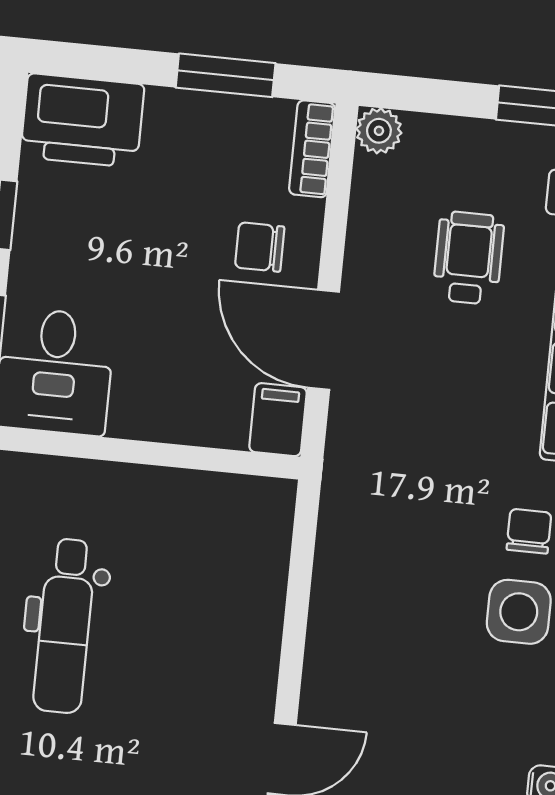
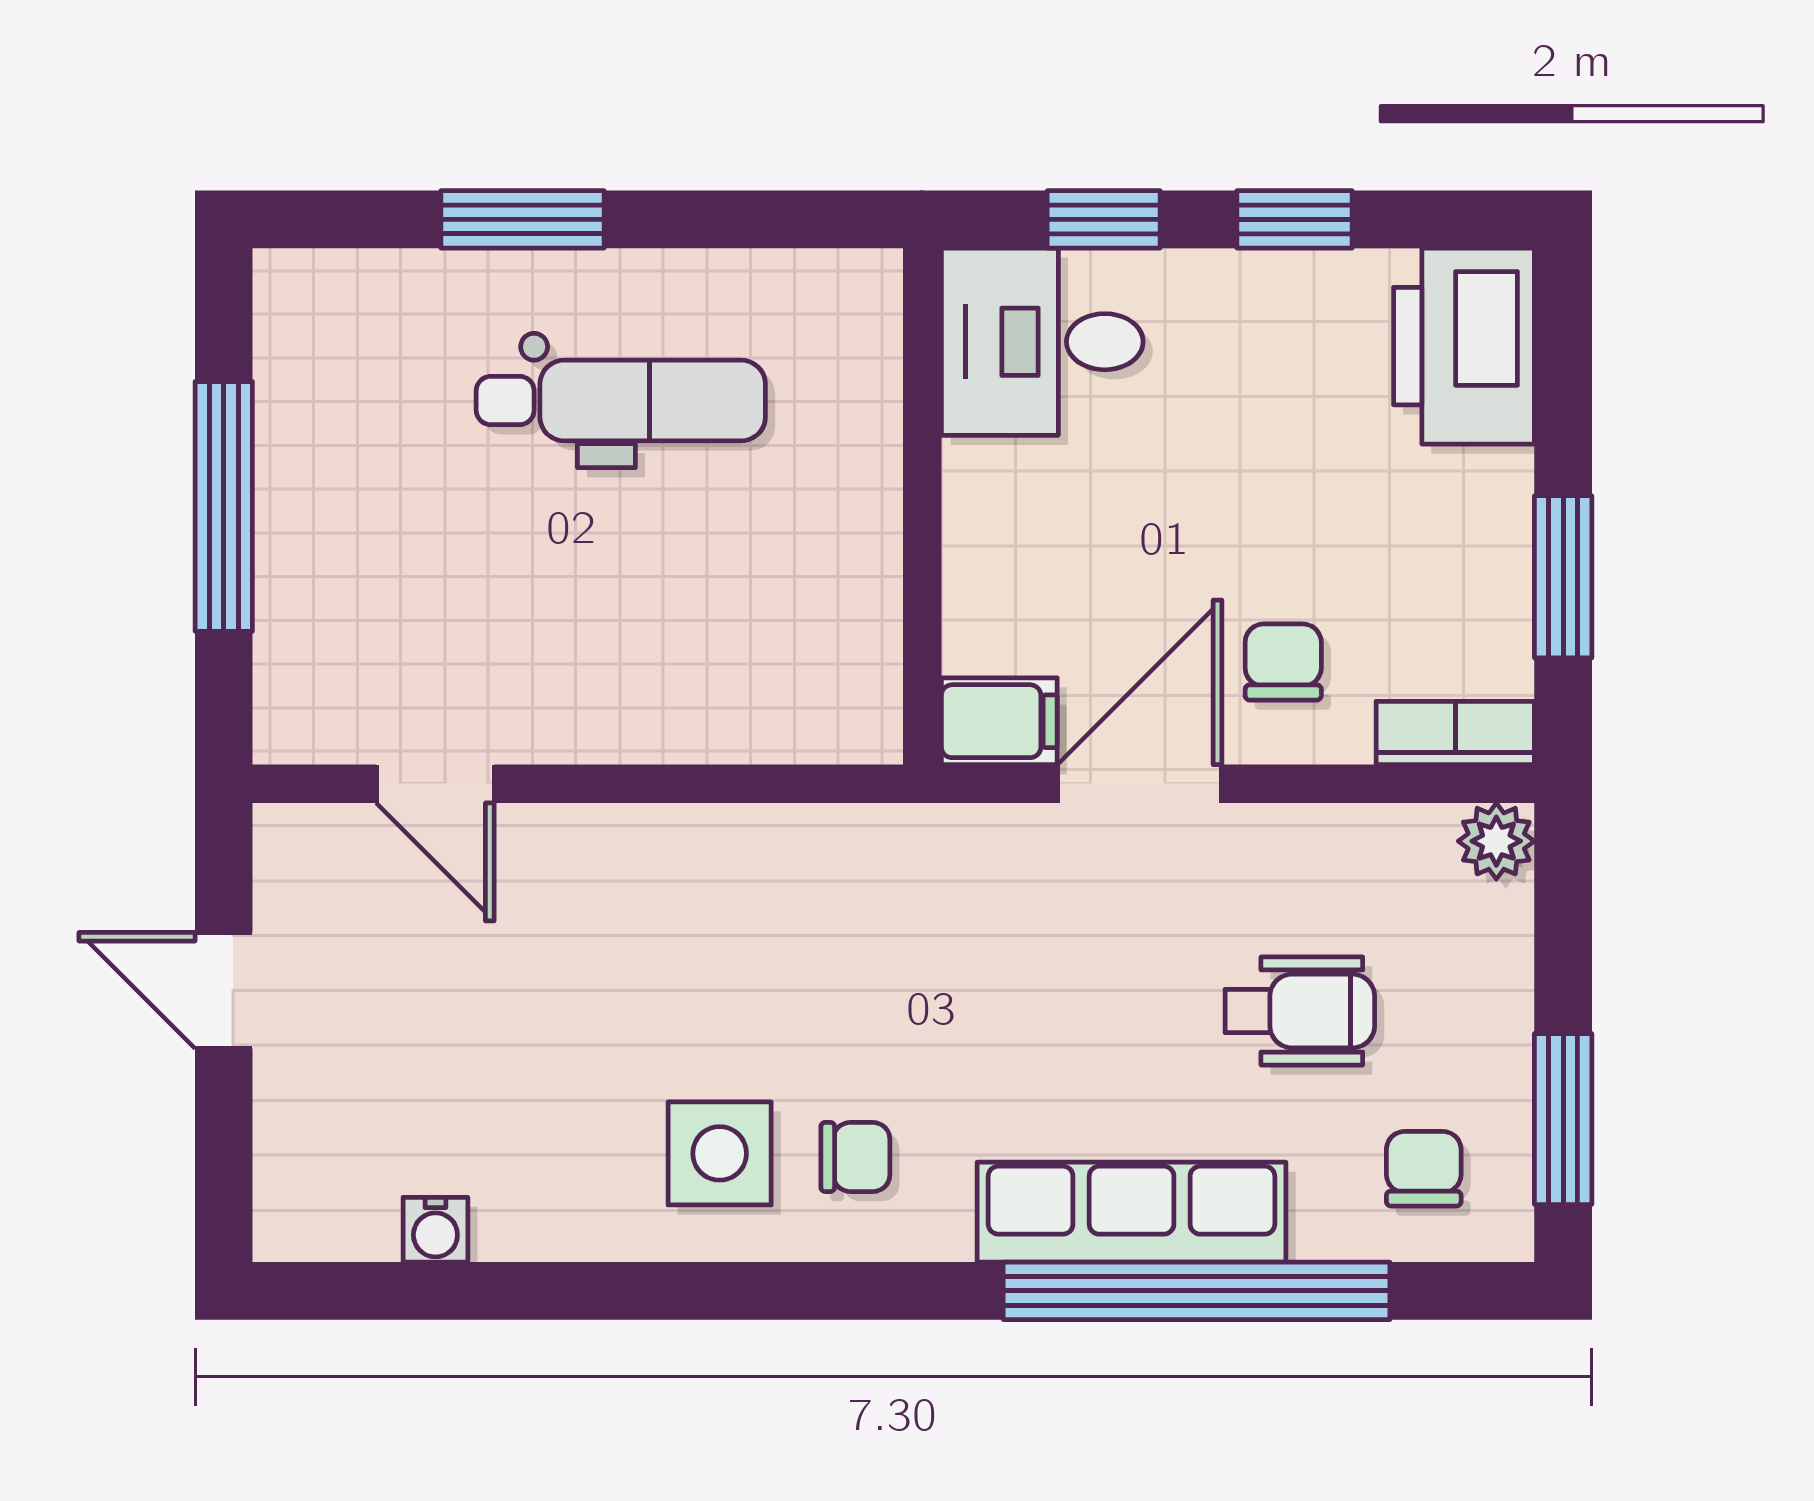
dental chair: (65, 626) -> (621, 401), turned 180

